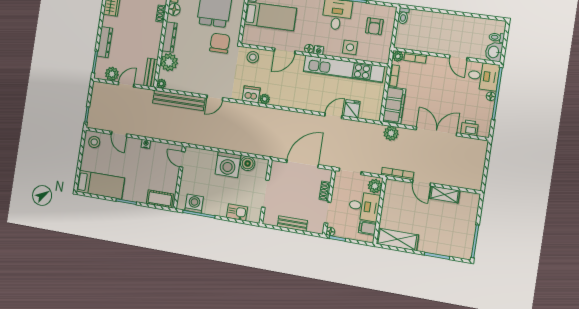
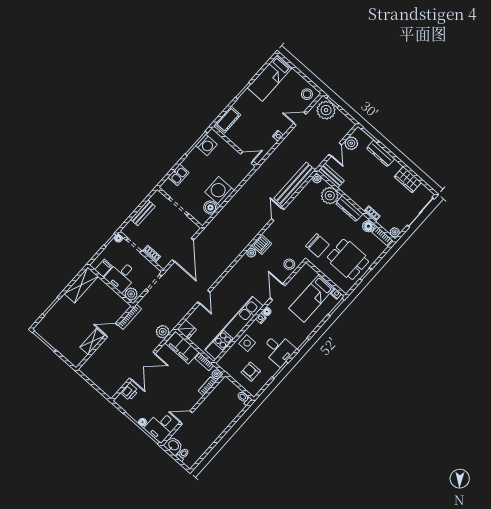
fridge: (352, 109) -> (187, 329), moved
plant: (97, 116) -> (326, 110), added

